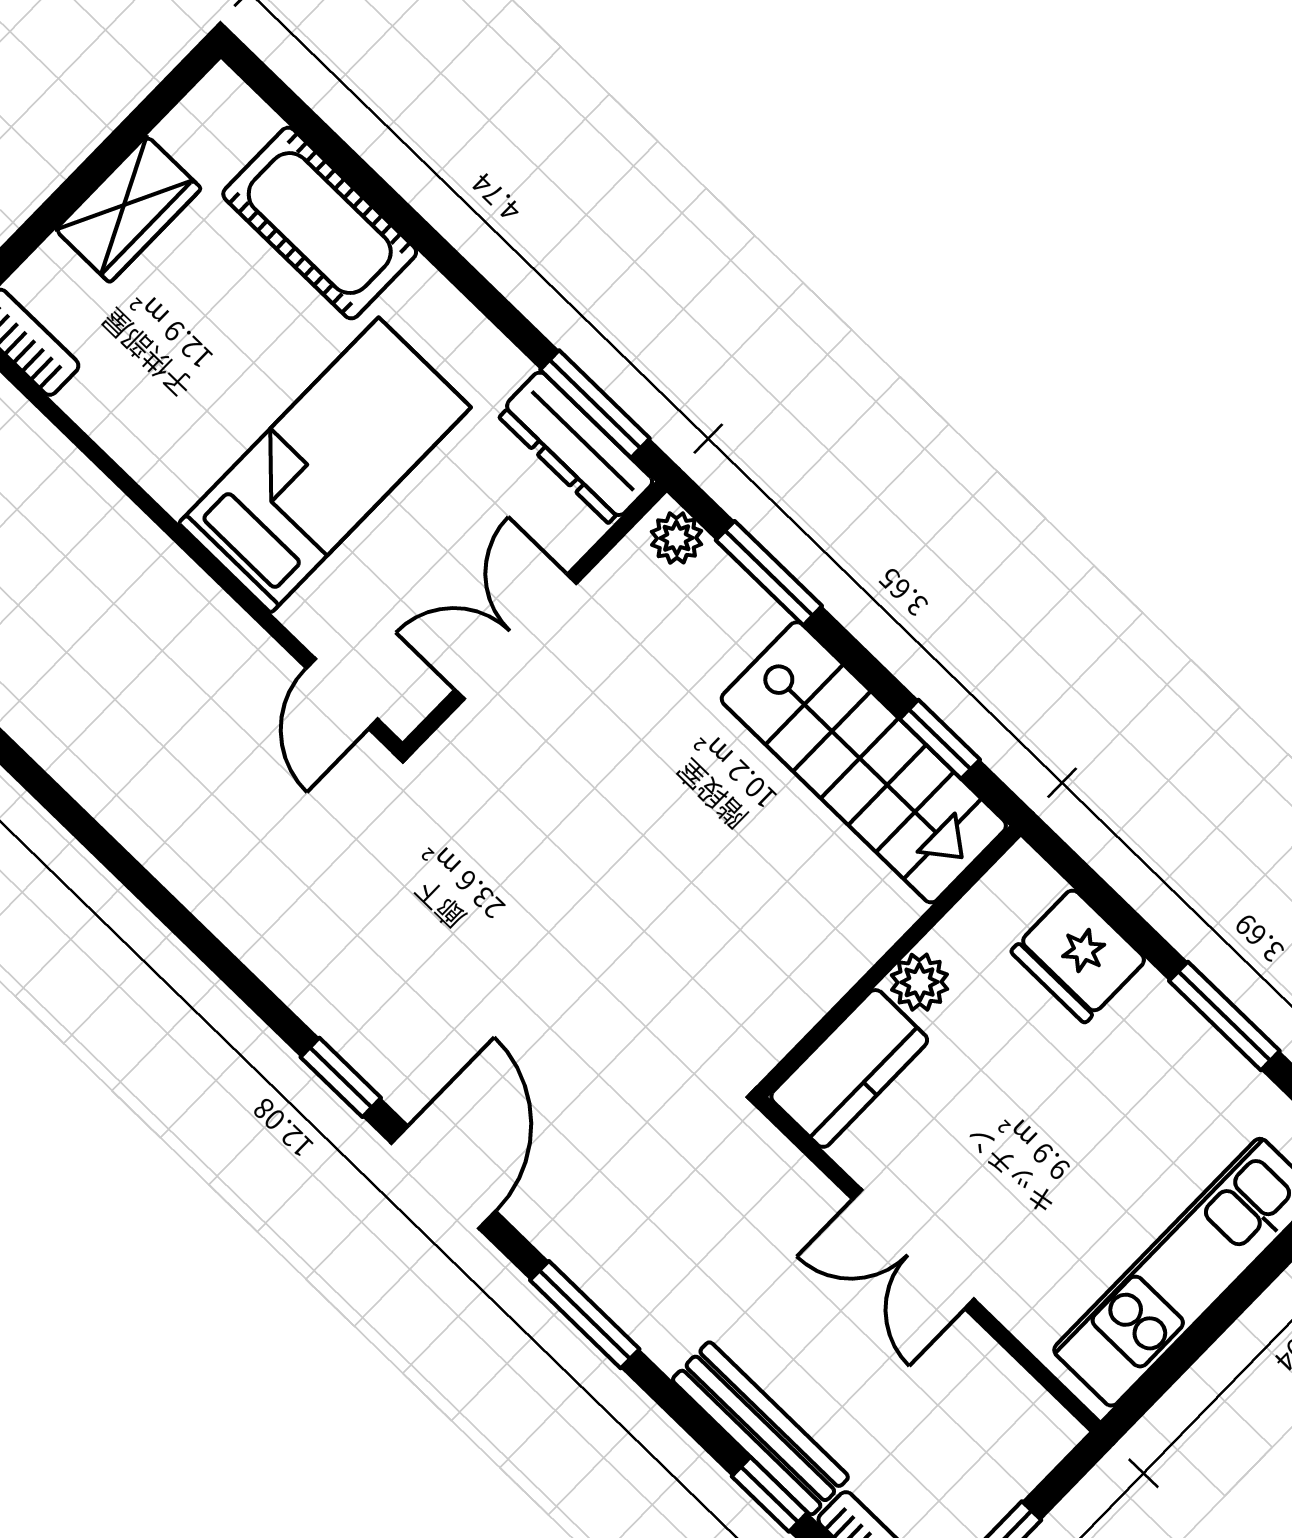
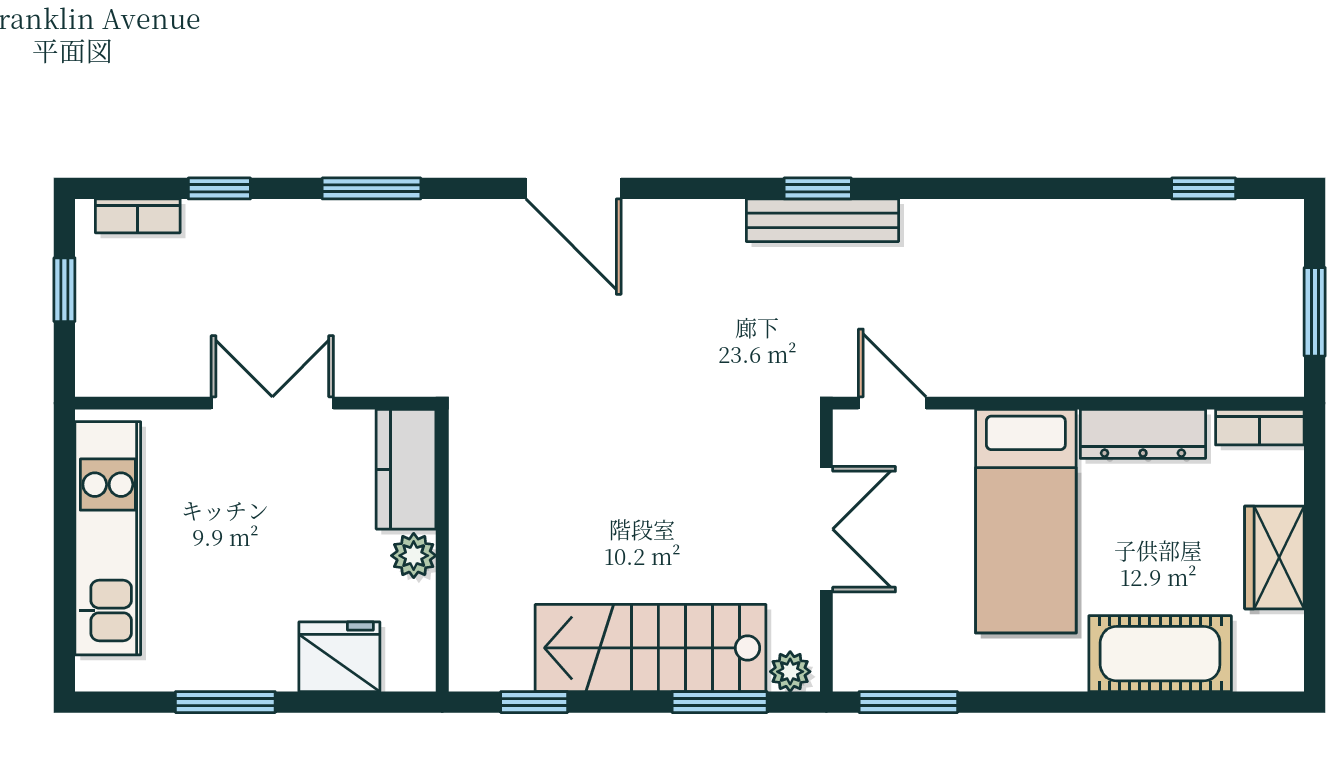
dresser: (576, 448) -> (1143, 434), moved, turned 180
stairs: (864, 762) -> (651, 648), moved
window: (341, 1077) -> (818, 188), moved
window: (585, 1315) -> (371, 188), moved
bench: (760, 1428) -> (822, 220), moved

